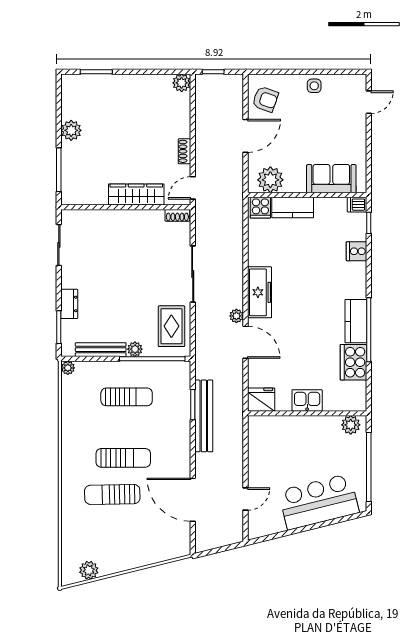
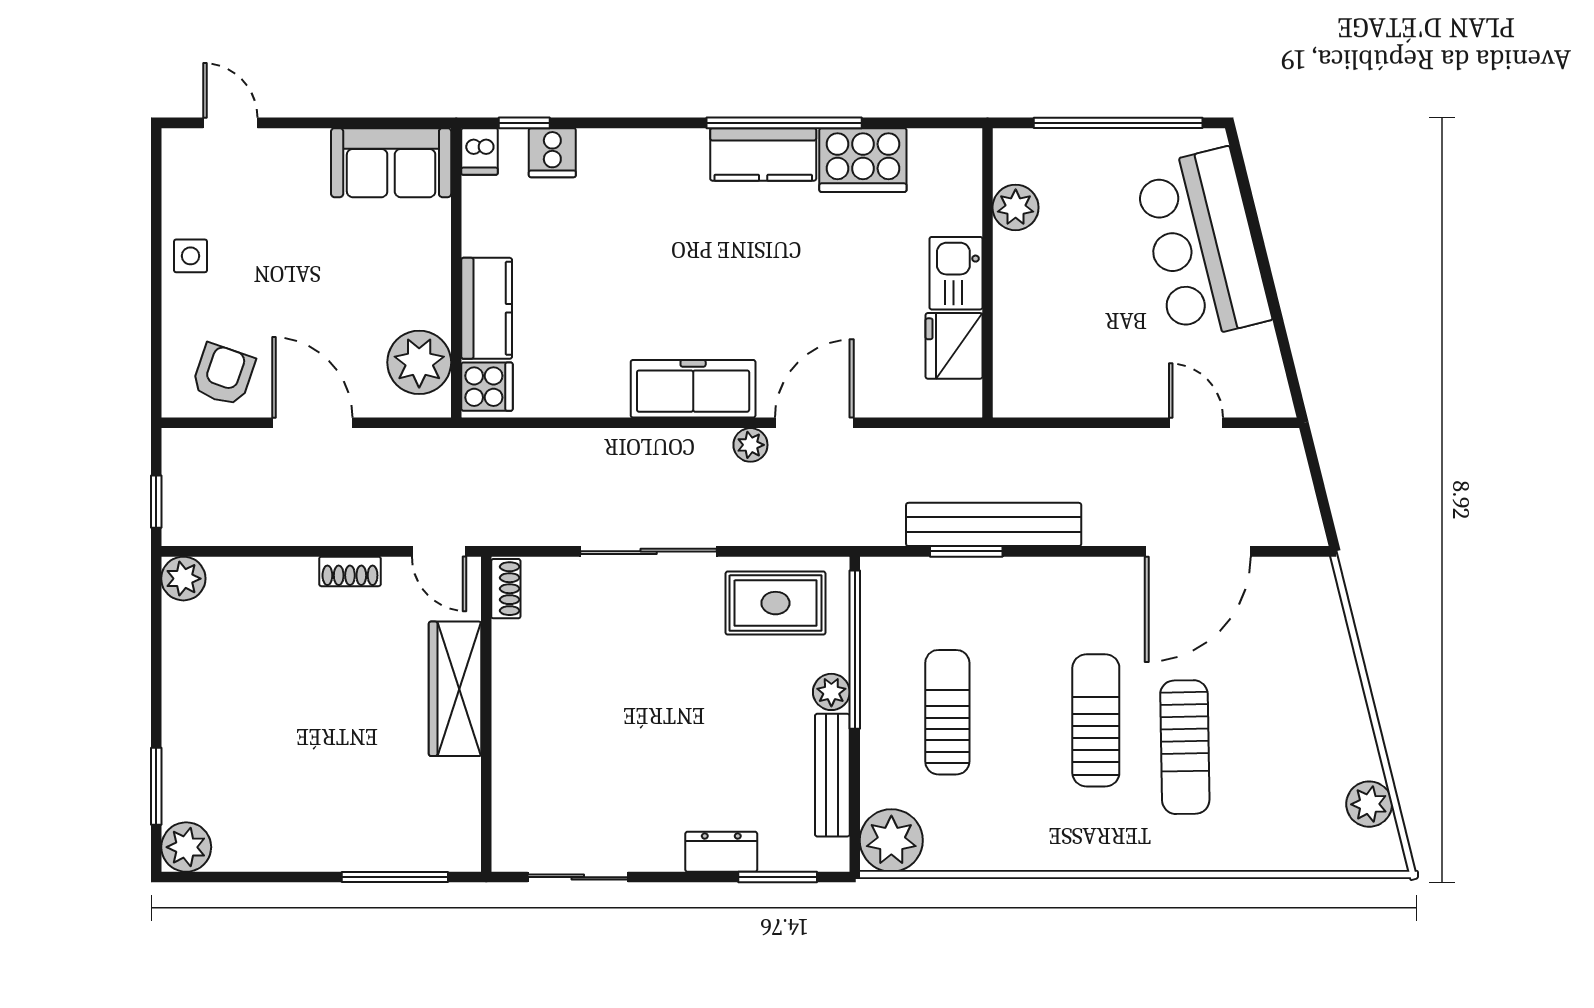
plant: (71, 130) -> (186, 847), moved
sofa: (331, 179) -> (391, 163), moved, turned -90
cooker: (357, 251) -> (552, 153), moved
plant: (68, 368) -> (891, 840), width x1.87, depth x1.87
fridge: (261, 400) -> (954, 346), moved
plant: (351, 425) -> (1016, 207), moved

